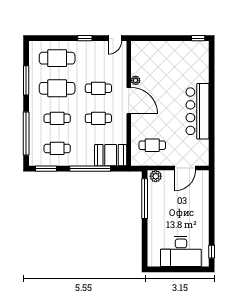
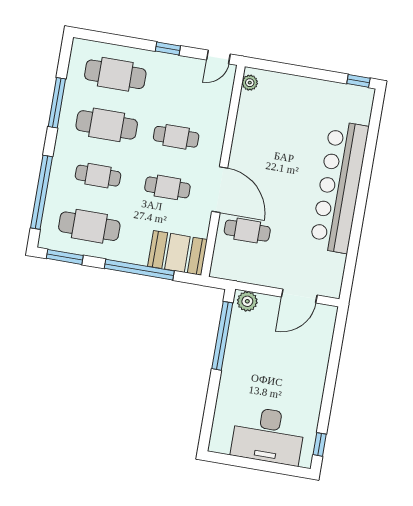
plant: (136, 80) -> (250, 83), moved
door: (129, 101) -> (220, 190), moved
bar counter: (197, 111) -> (339, 187), width x1.36
cafe table: (152, 145) -> (247, 231), moved
cafe table: (57, 148) -> (89, 226), width x1.37, depth x1.35

